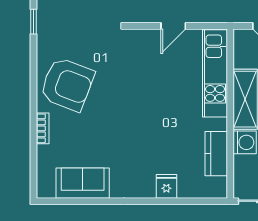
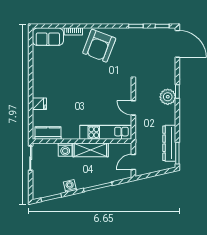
kitchen counter: (216, 154) -> (48, 133), moved
sofa: (83, 183) -> (48, 37), moved, turned 90

